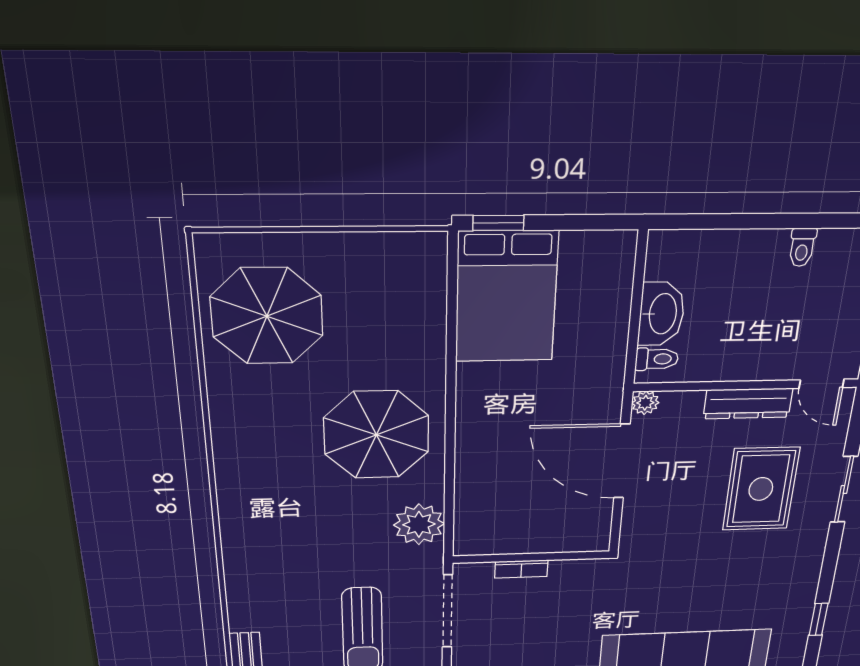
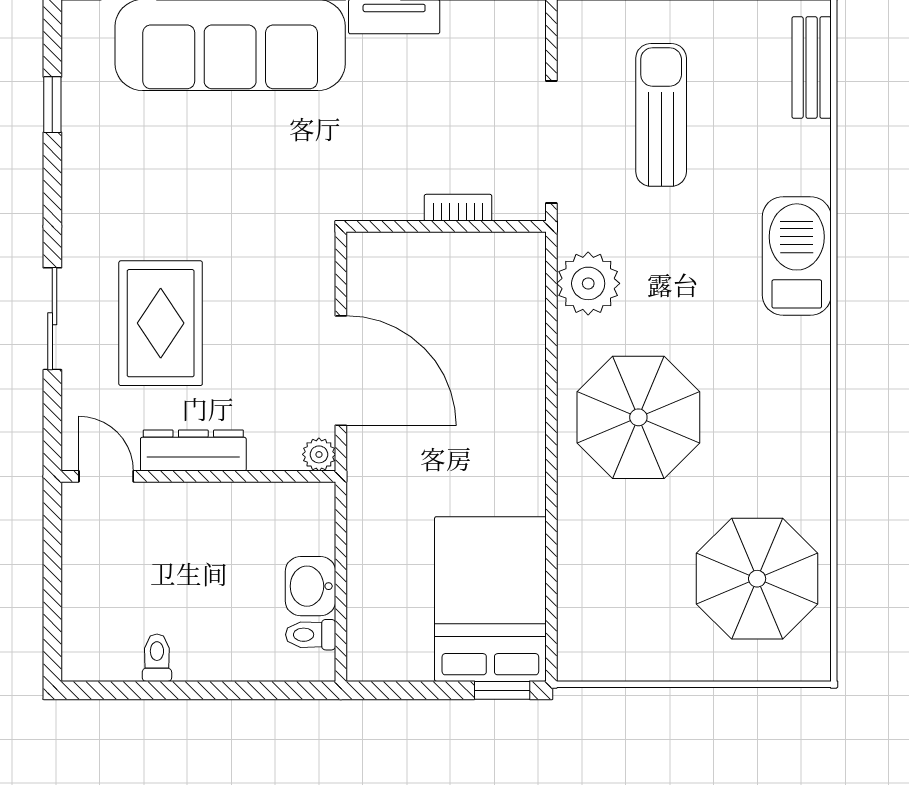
washbasin: (662, 314) -> (310, 586), width x0.72
toilet: (657, 359) -> (311, 635), moved
barbecue: (249, 547) -> (797, 256), added

